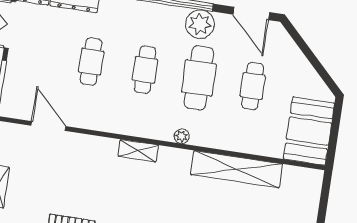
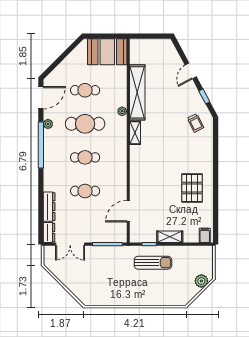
plant: (200, 24) -> (48, 124), width x0.53, depth x0.53
plant: (182, 136) -> (122, 111), moved
shelving: (138, 151) -> (135, 133), moved

